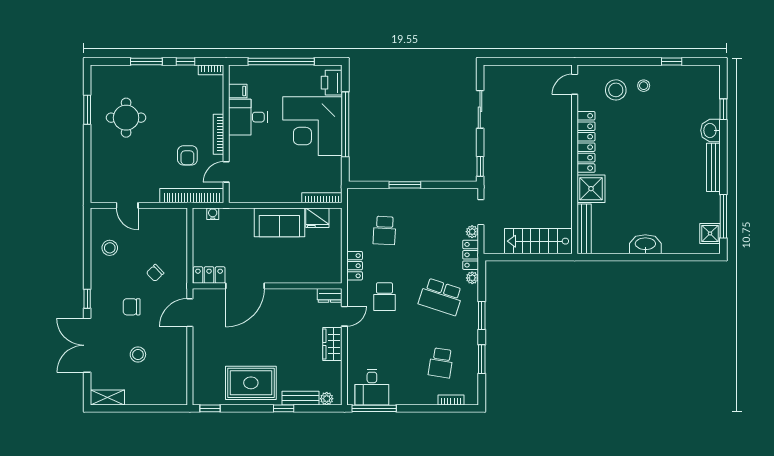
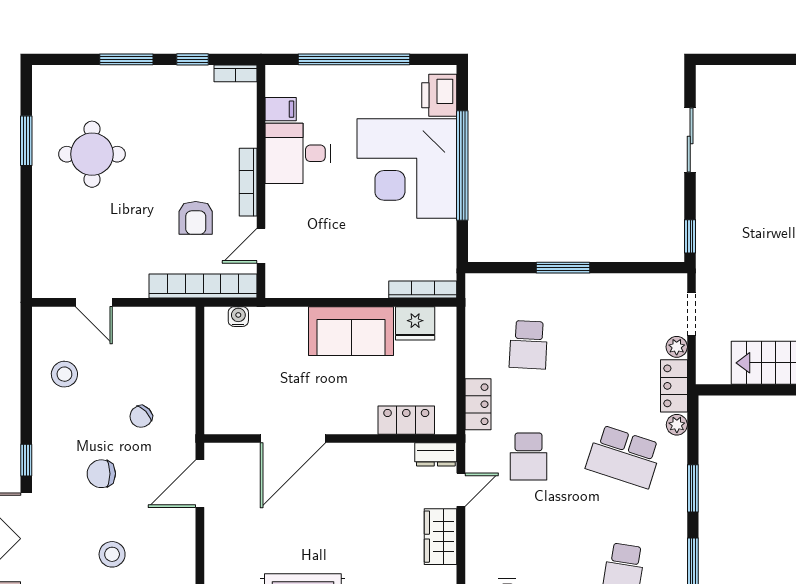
locker: (209, 275) -> (406, 420), moved

